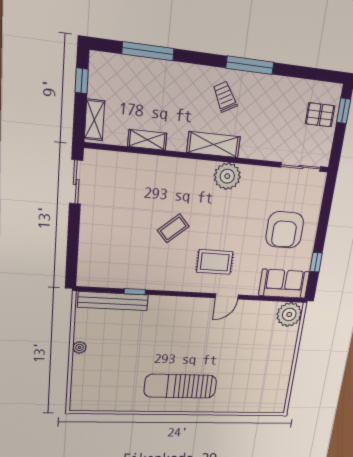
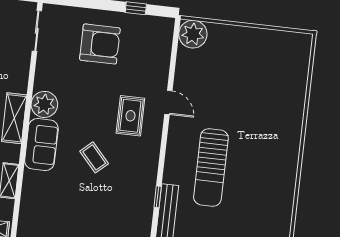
sofa: (284, 284) -> (41, 144), moved, turned 180
sun lounger: (180, 386) -> (211, 167), moved

